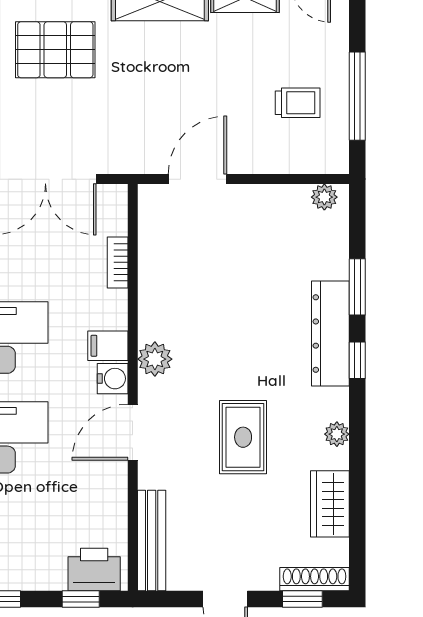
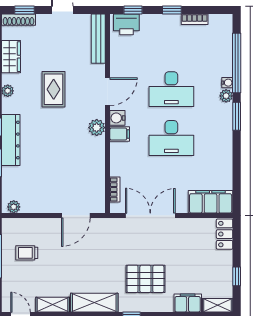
bookcase: (118, 262) -> (115, 190), moved

